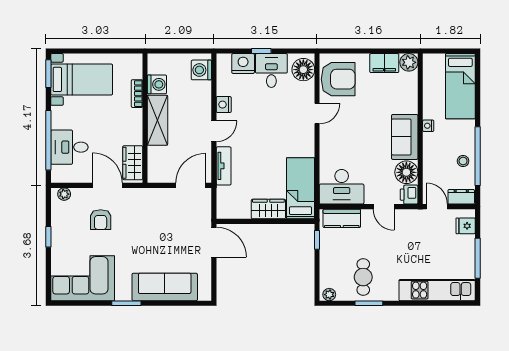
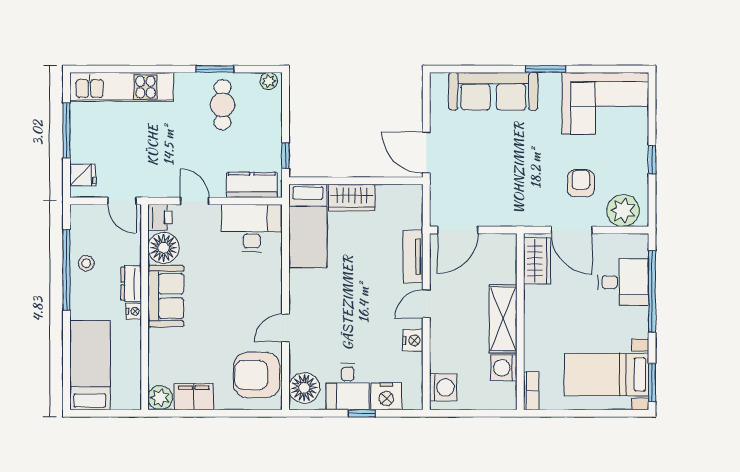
bookcase: (137, 94) -> (531, 391), moved
plant: (64, 194) -> (623, 211), width x1.87, depth x1.87
dresser: (461, 197) -> (131, 284), moved, turned 90

